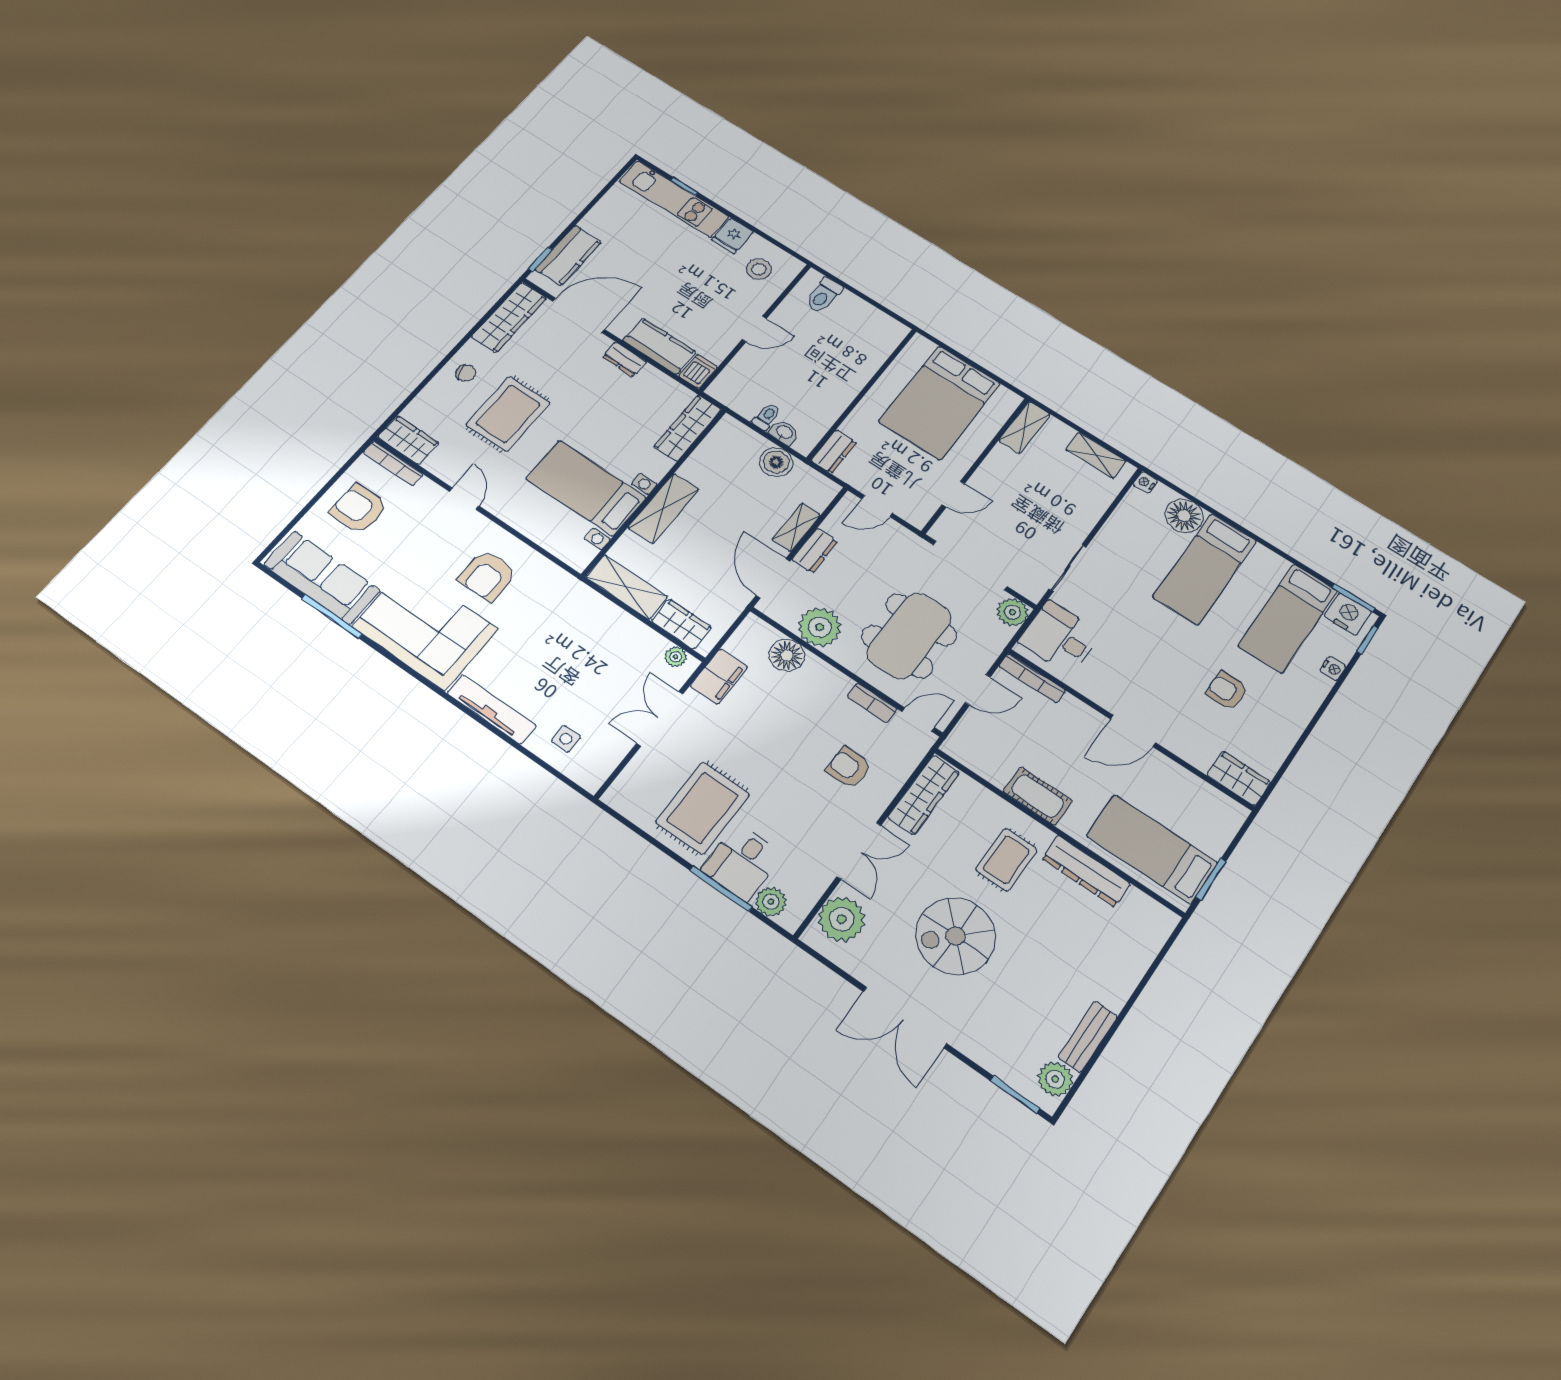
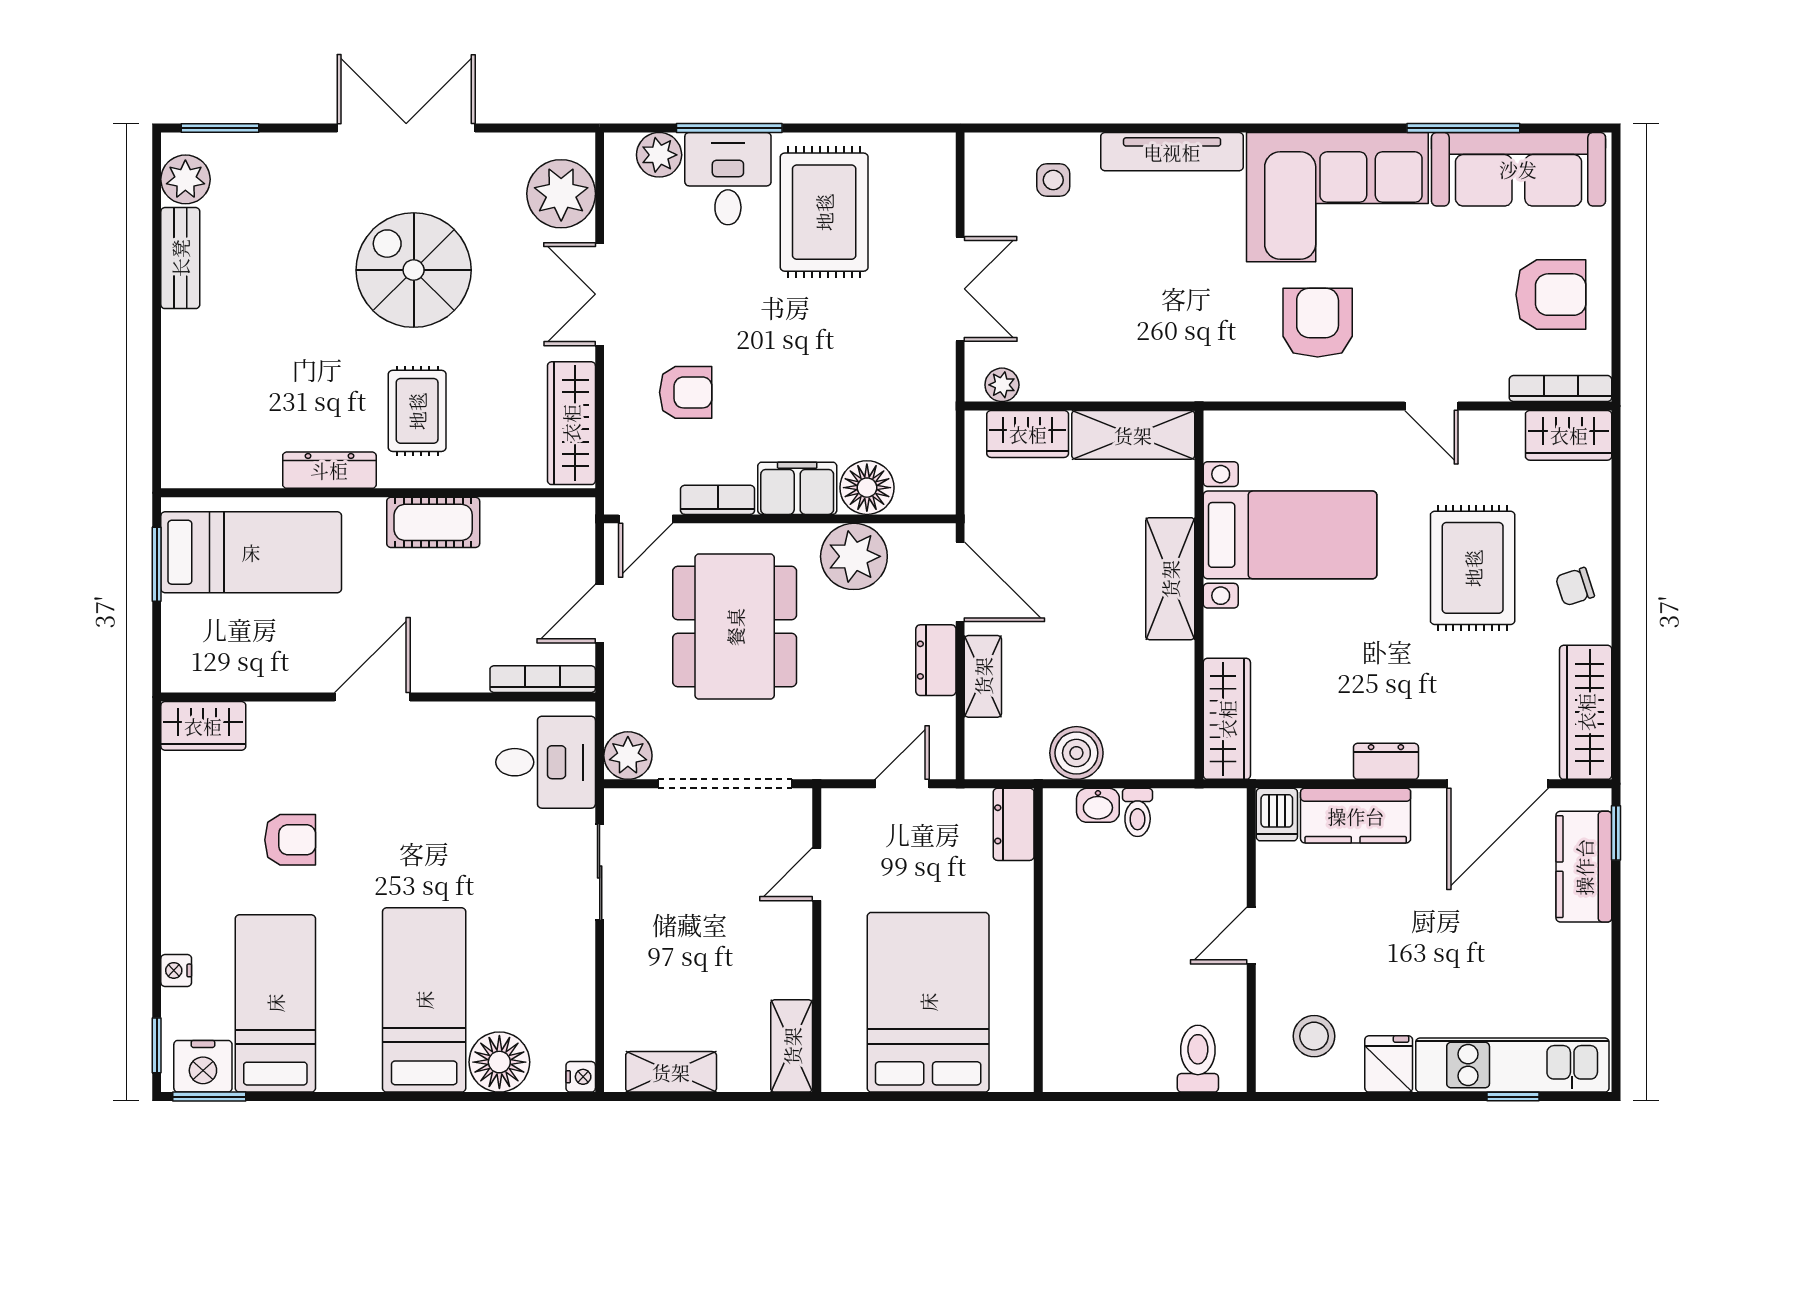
filing cabinet: (719, 676) -> (797, 488), moved, turned 90
dresser: (1086, 871) -> (329, 470), width x0.73, depth x0.80
spiral stairs: (956, 936) -> (414, 270), turned -90

